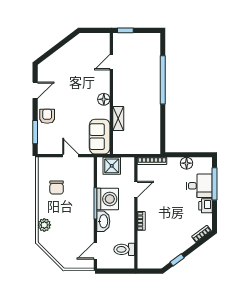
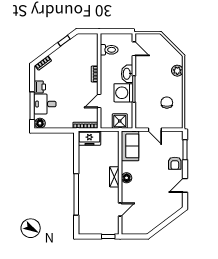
shelving: (118, 119) -> (114, 177), moved
freezer: (147, 146) -> (89, 138), added
floor lamp: (187, 163) -> (40, 123), moved
door: (95, 251) -> (134, 49), hinge flipped

